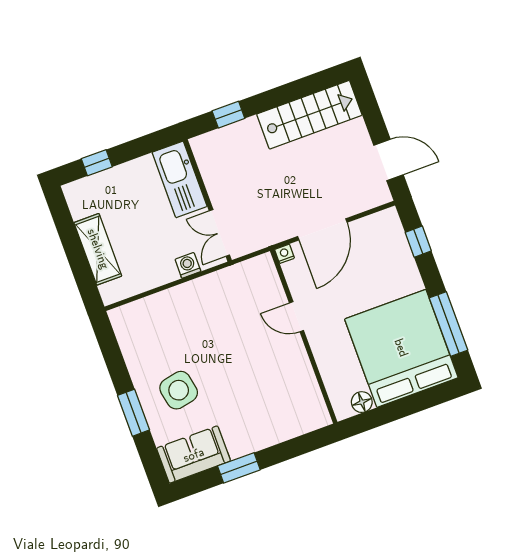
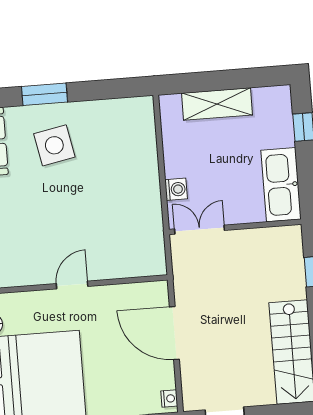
kitchen sink: (180, 179) -> (281, 185), moved, turned -90
nightstand: (285, 254) -> (169, 399), moved
door: (297, 317) -> (72, 285), moved

